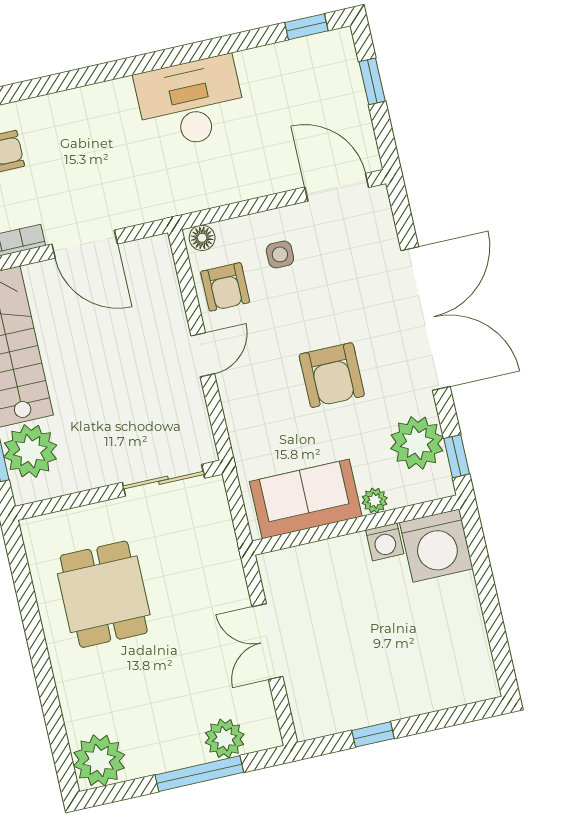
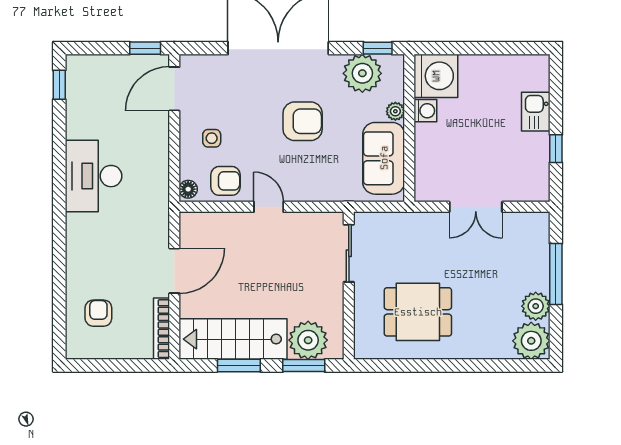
window: (372, 81) -> (145, 48), moved
kitchen sink: (418, 695) -> (536, 112), added
plant: (225, 739) -> (536, 306), moved

